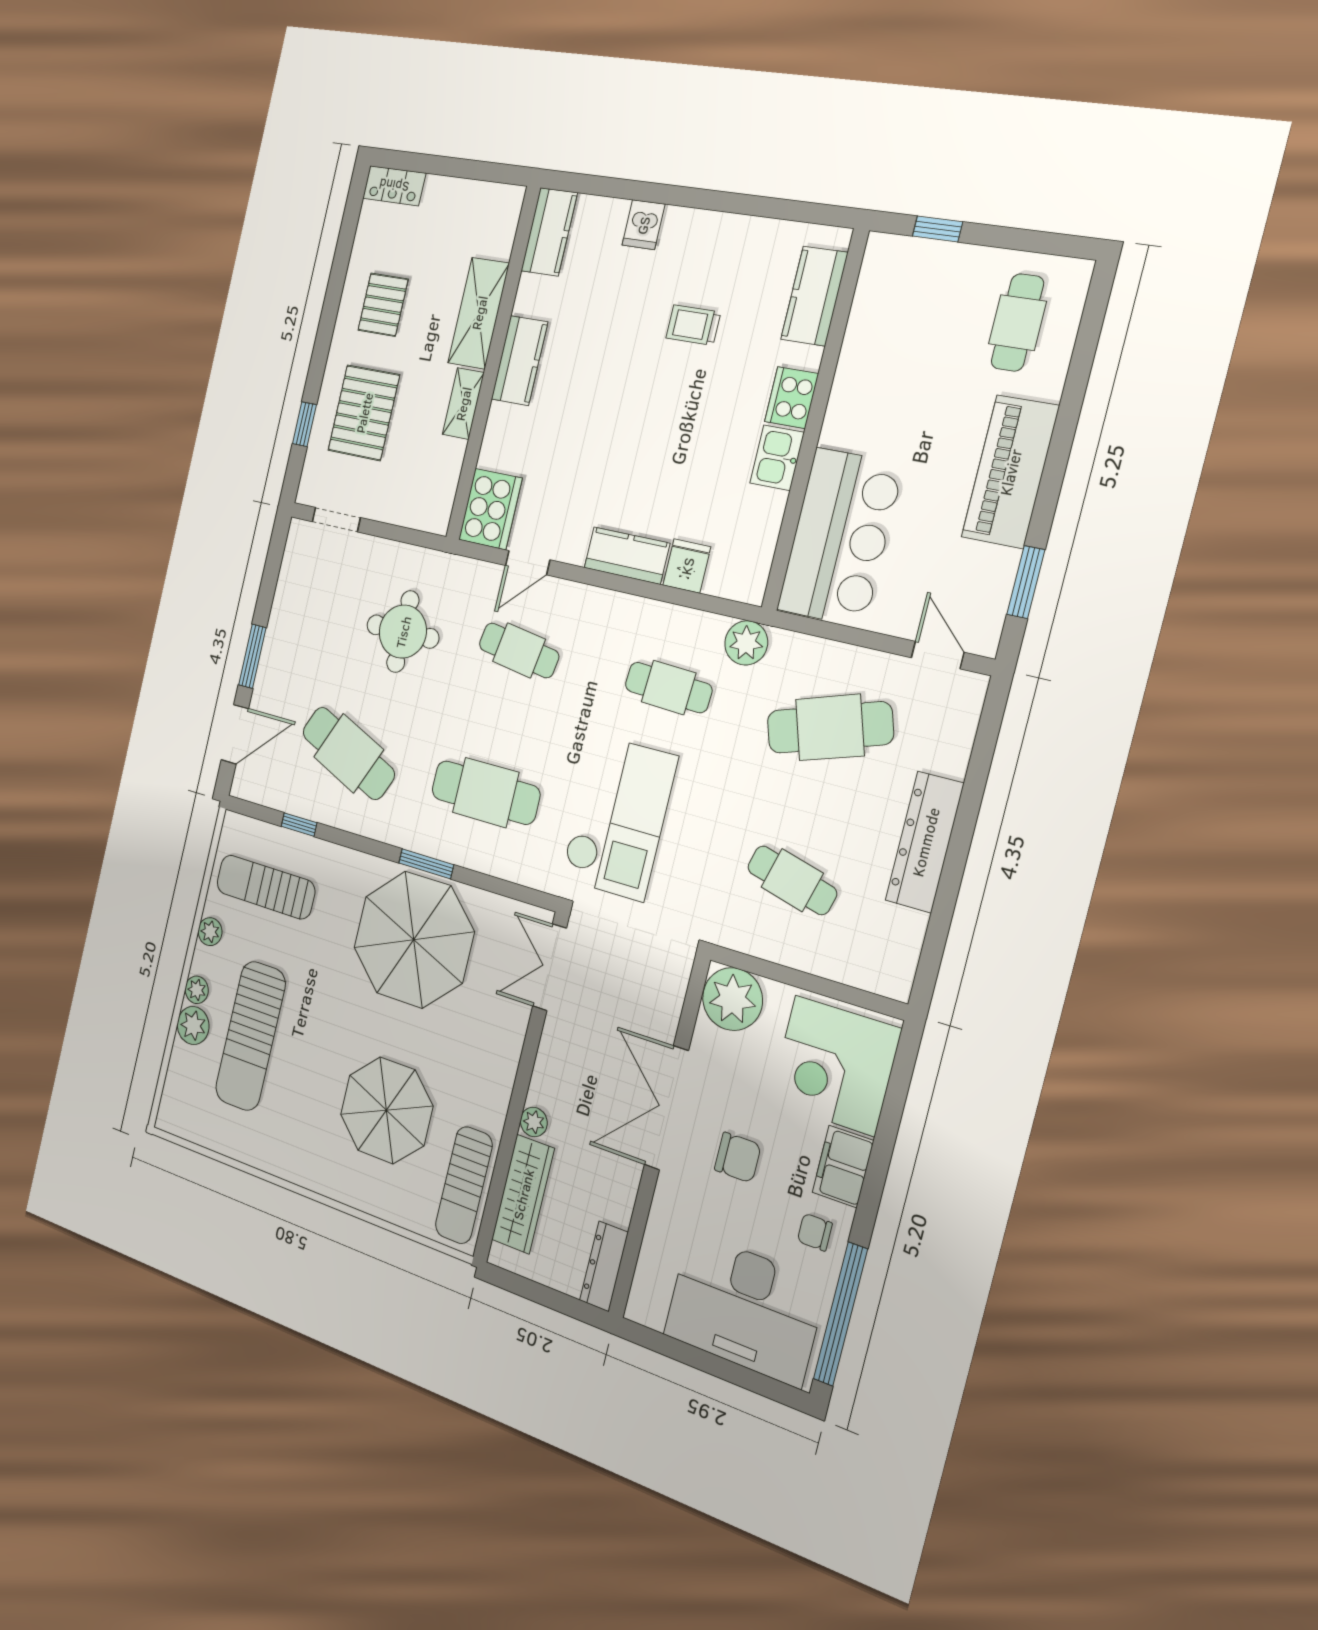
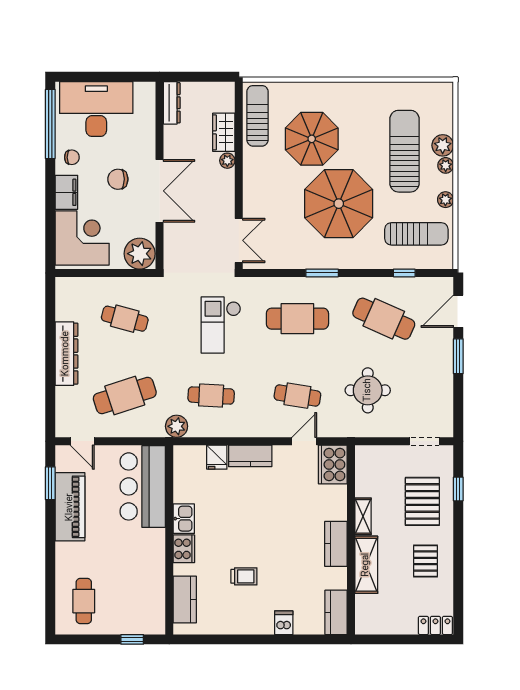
piano: (1010, 472) -> (70, 507), moved
checkout: (619, 818) -> (221, 325), width x0.73, depth x0.83
parasol: (414, 940) -> (339, 204), moved
wardrobe: (523, 1194) -> (224, 132), width x0.67

